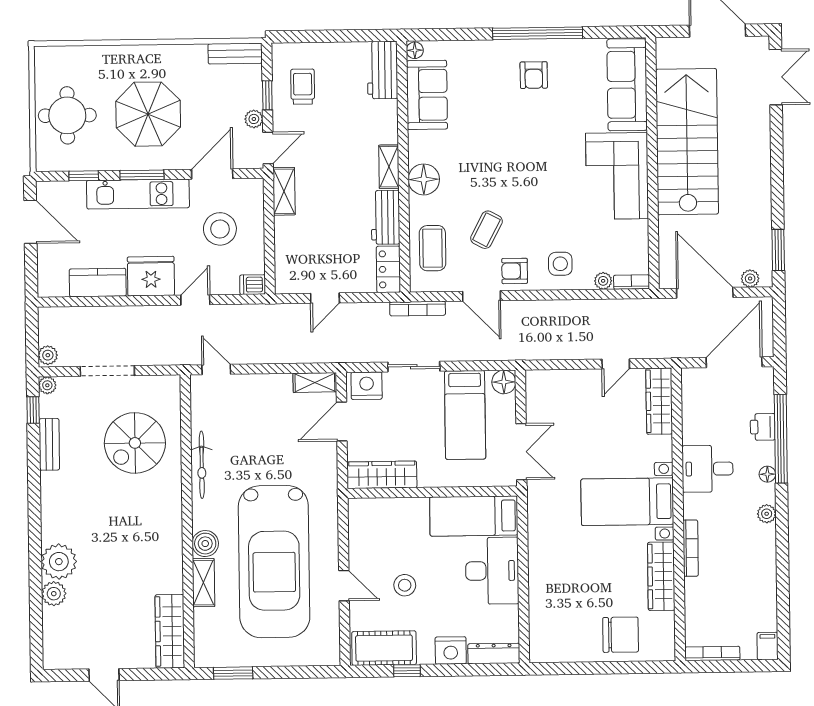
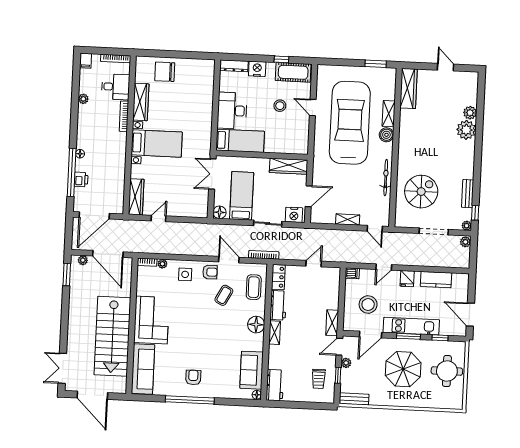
fridge: (151, 276) -> (407, 279), width x0.53, depth x0.75
shelving: (315, 382) -> (348, 220), moved
desk: (708, 469) -> (116, 87), moved
plant: (767, 514) -> (83, 99), moved

